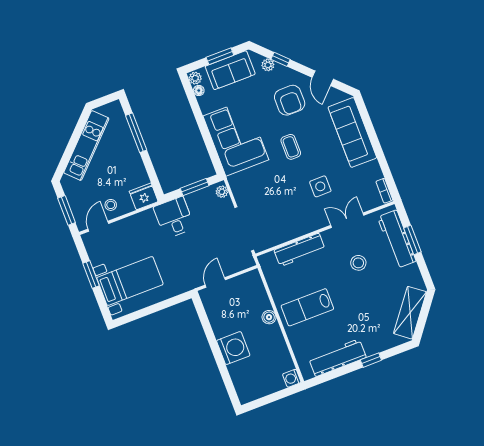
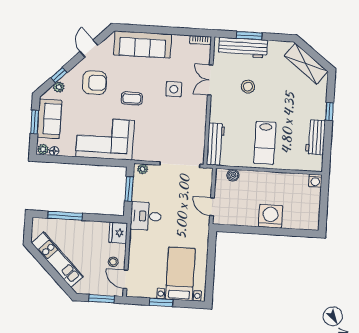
door: (323, 78) -> (89, 48), swing flipped
workbench: (300, 250) -> (216, 144), moved
boiler: (269, 317) -> (233, 175), moved
workbench: (337, 358) -> (315, 137), width x0.73

